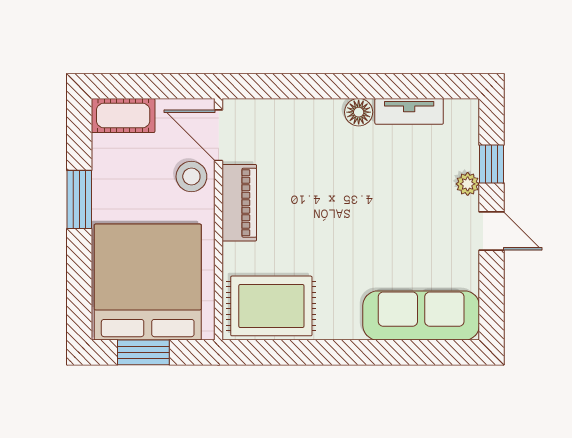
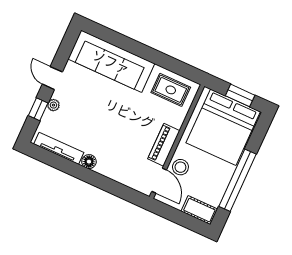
tv unit: (409, 111) -> (59, 148), width x1.41
window: (79, 199) -> (238, 180), width x2.11
rug: (271, 306) -> (171, 90), width x0.73, depth x0.70
sofa: (421, 316) -> (111, 61), width x1.36, depth x1.27

